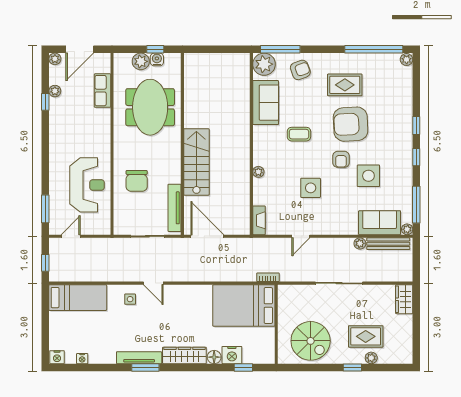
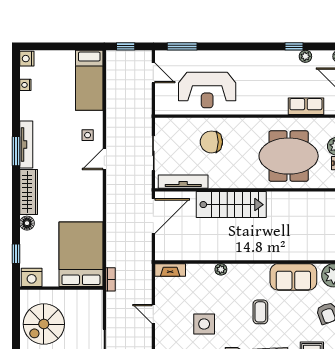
nightstand: (232, 355) -> (32, 277), moved, turned -90

